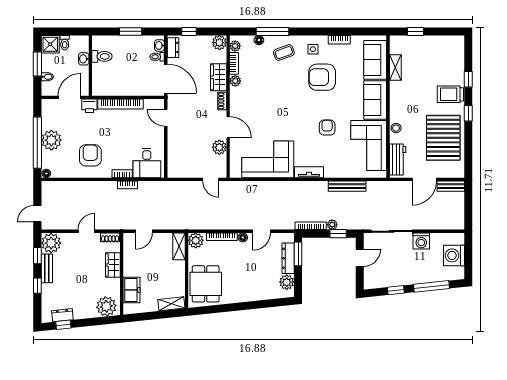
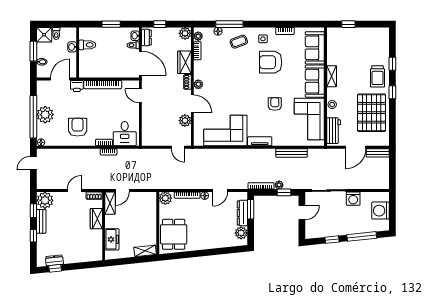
shelving: (395, 68) -> (332, 76), moved
plant: (235, 81) -> (198, 84), moved
trolley: (450, 94) -> (378, 76), turned -90
door: (37, 214) -> (33, 163), moved
shelving: (179, 246) -> (110, 203), moved
plant: (106, 306) -> (91, 253), removed

